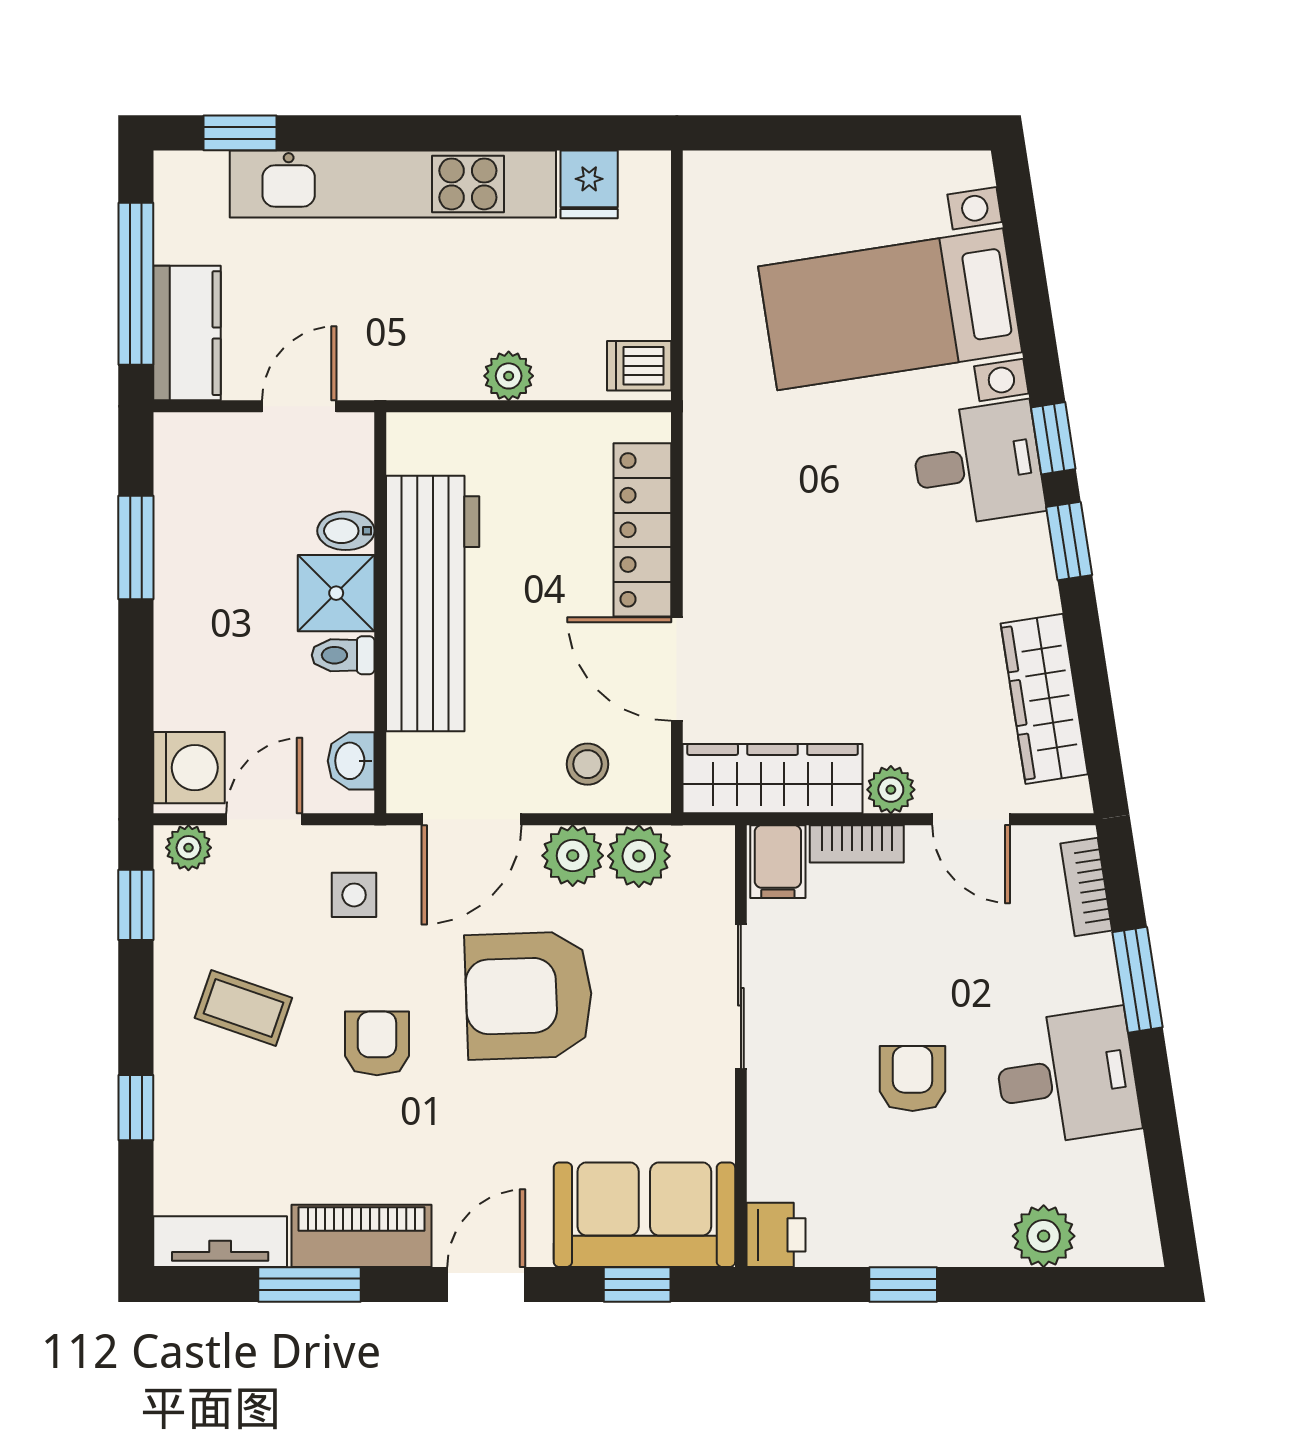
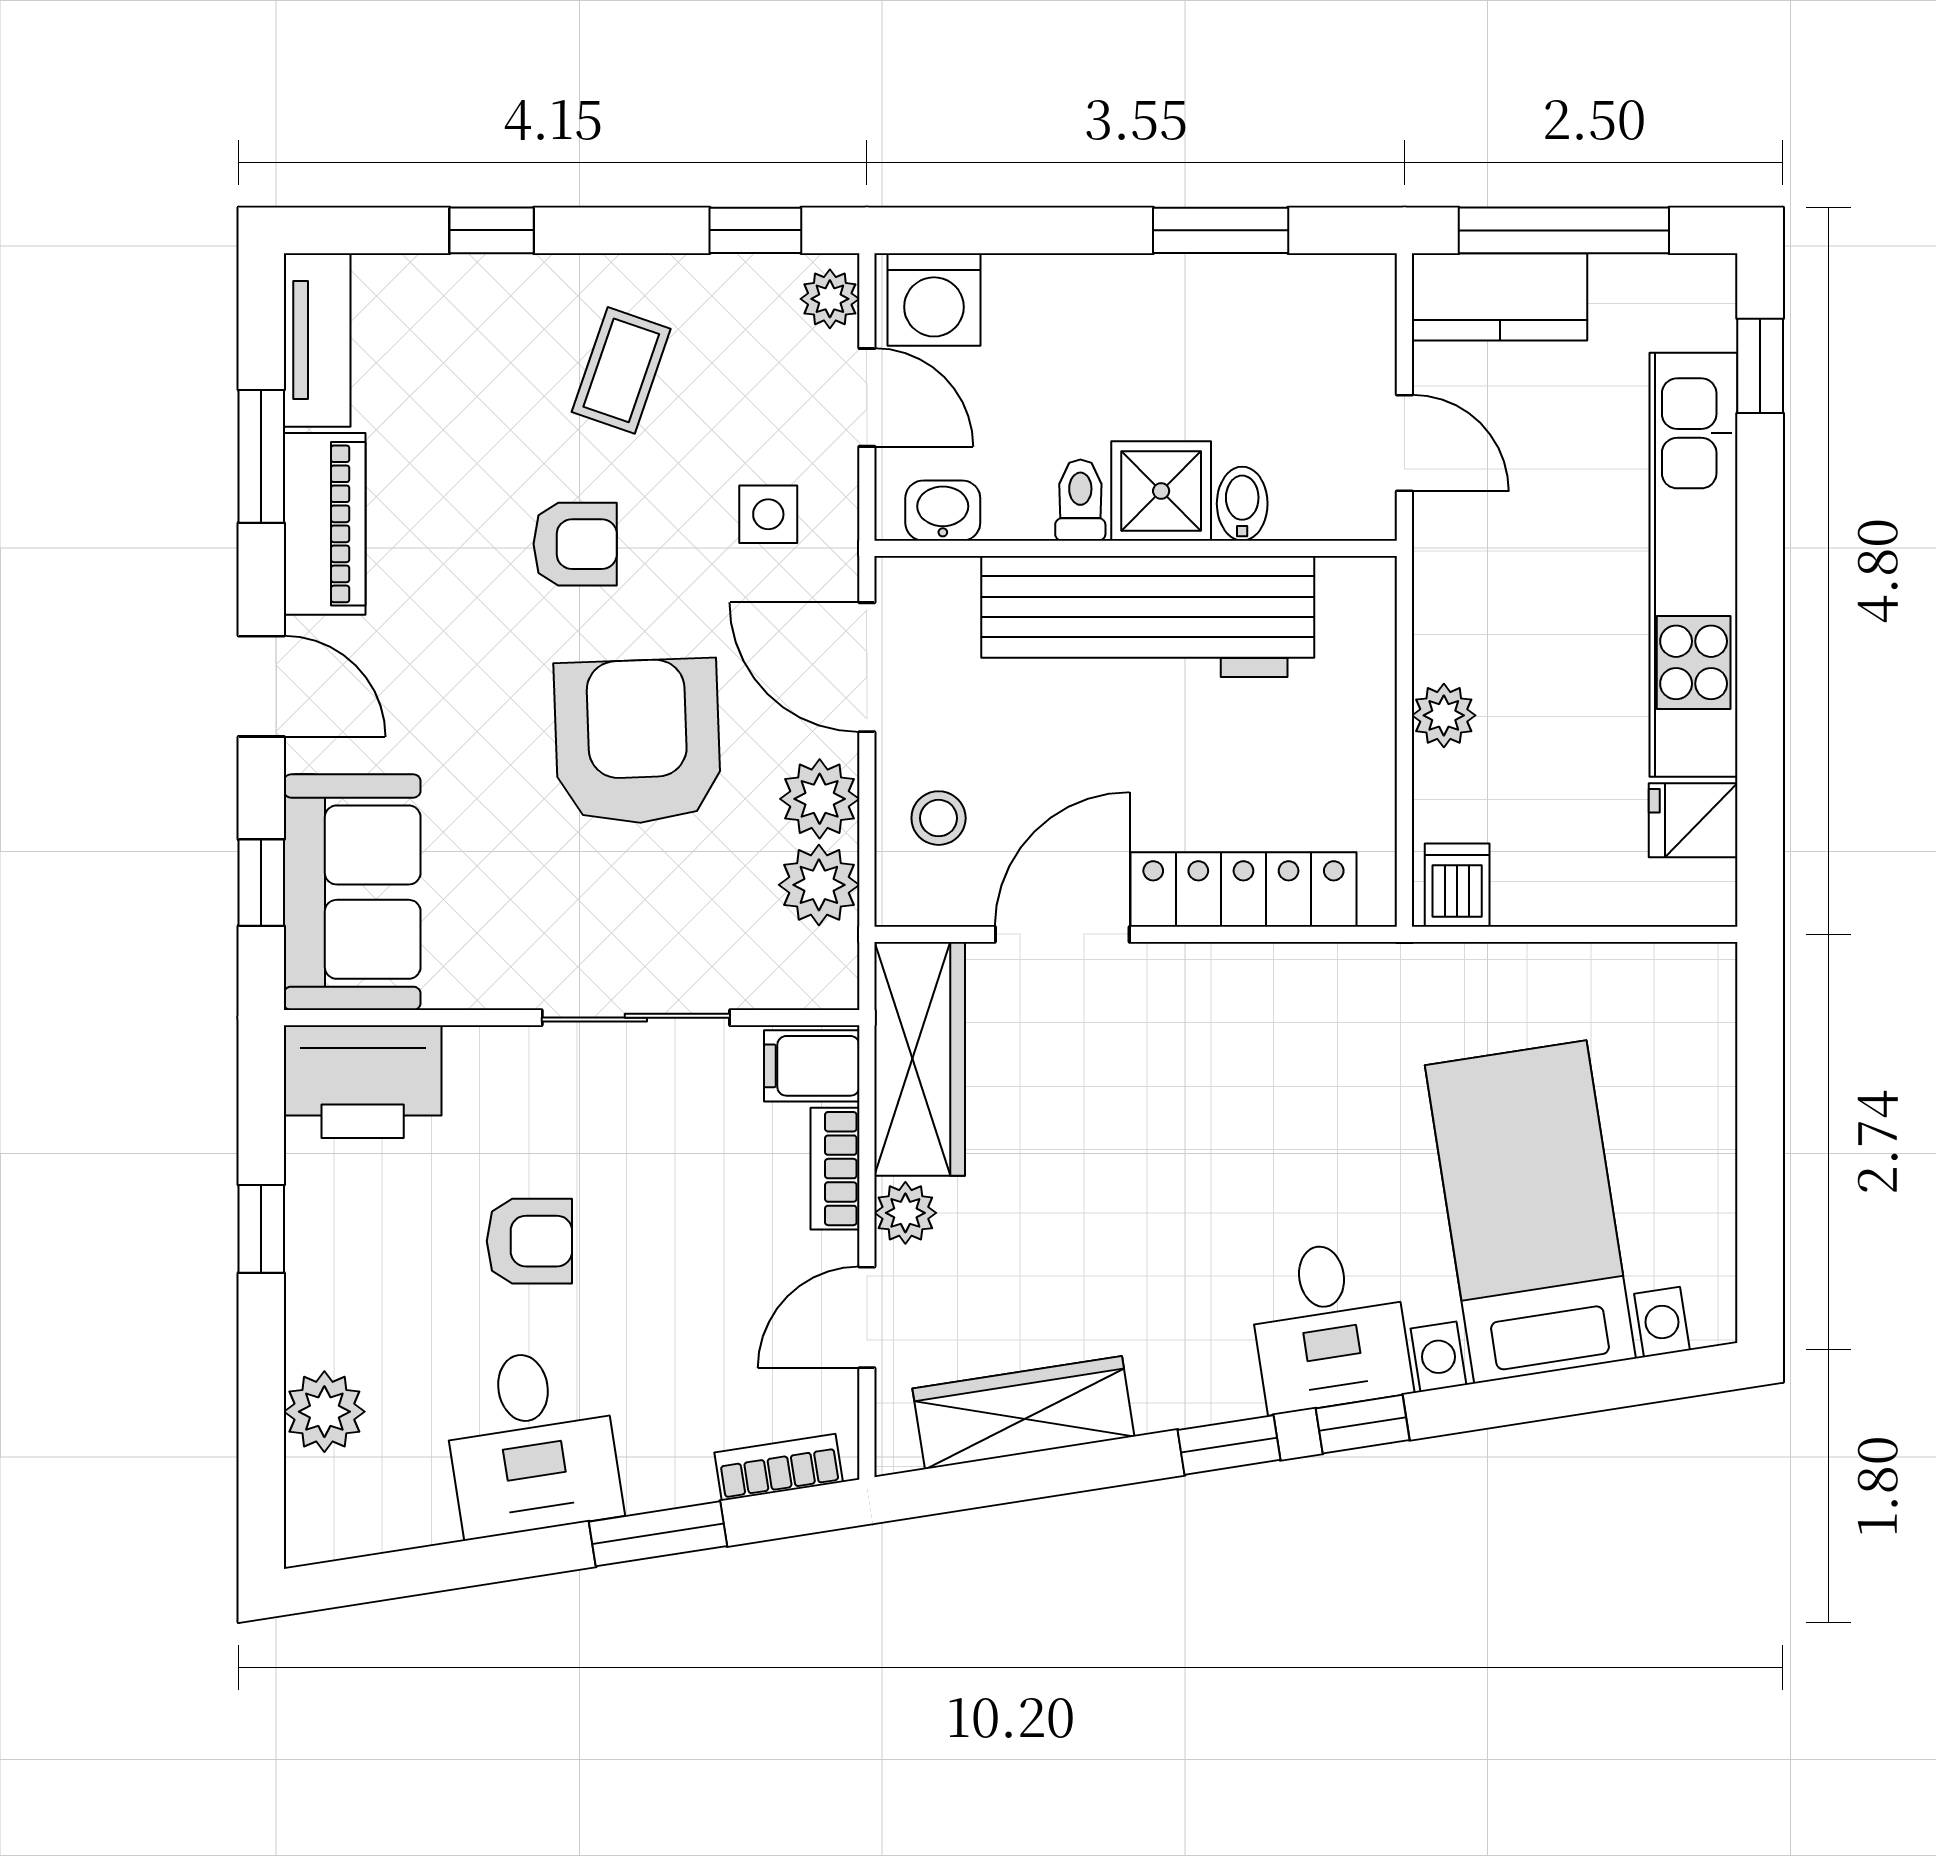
printer: (776, 1235) -> (363, 1082), width x1.87, depth x1.48

